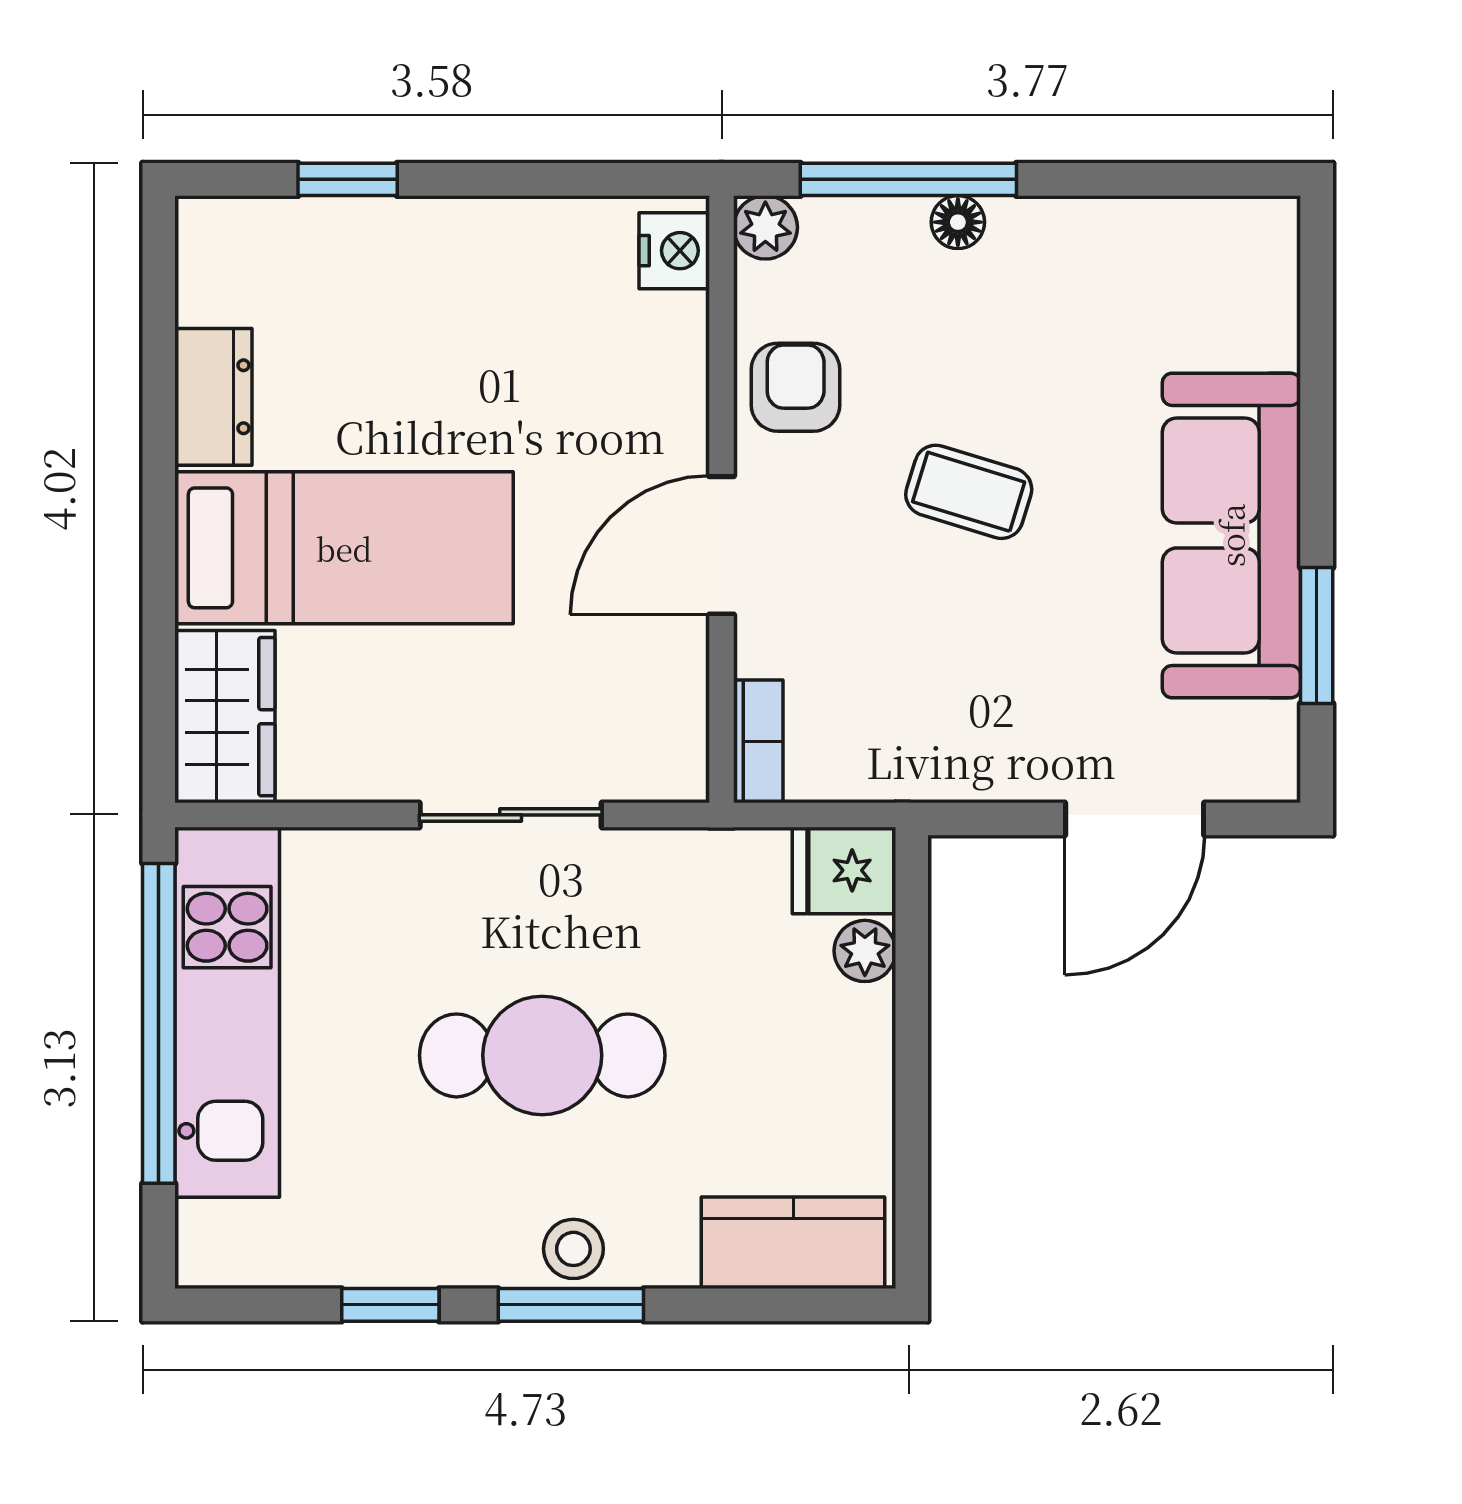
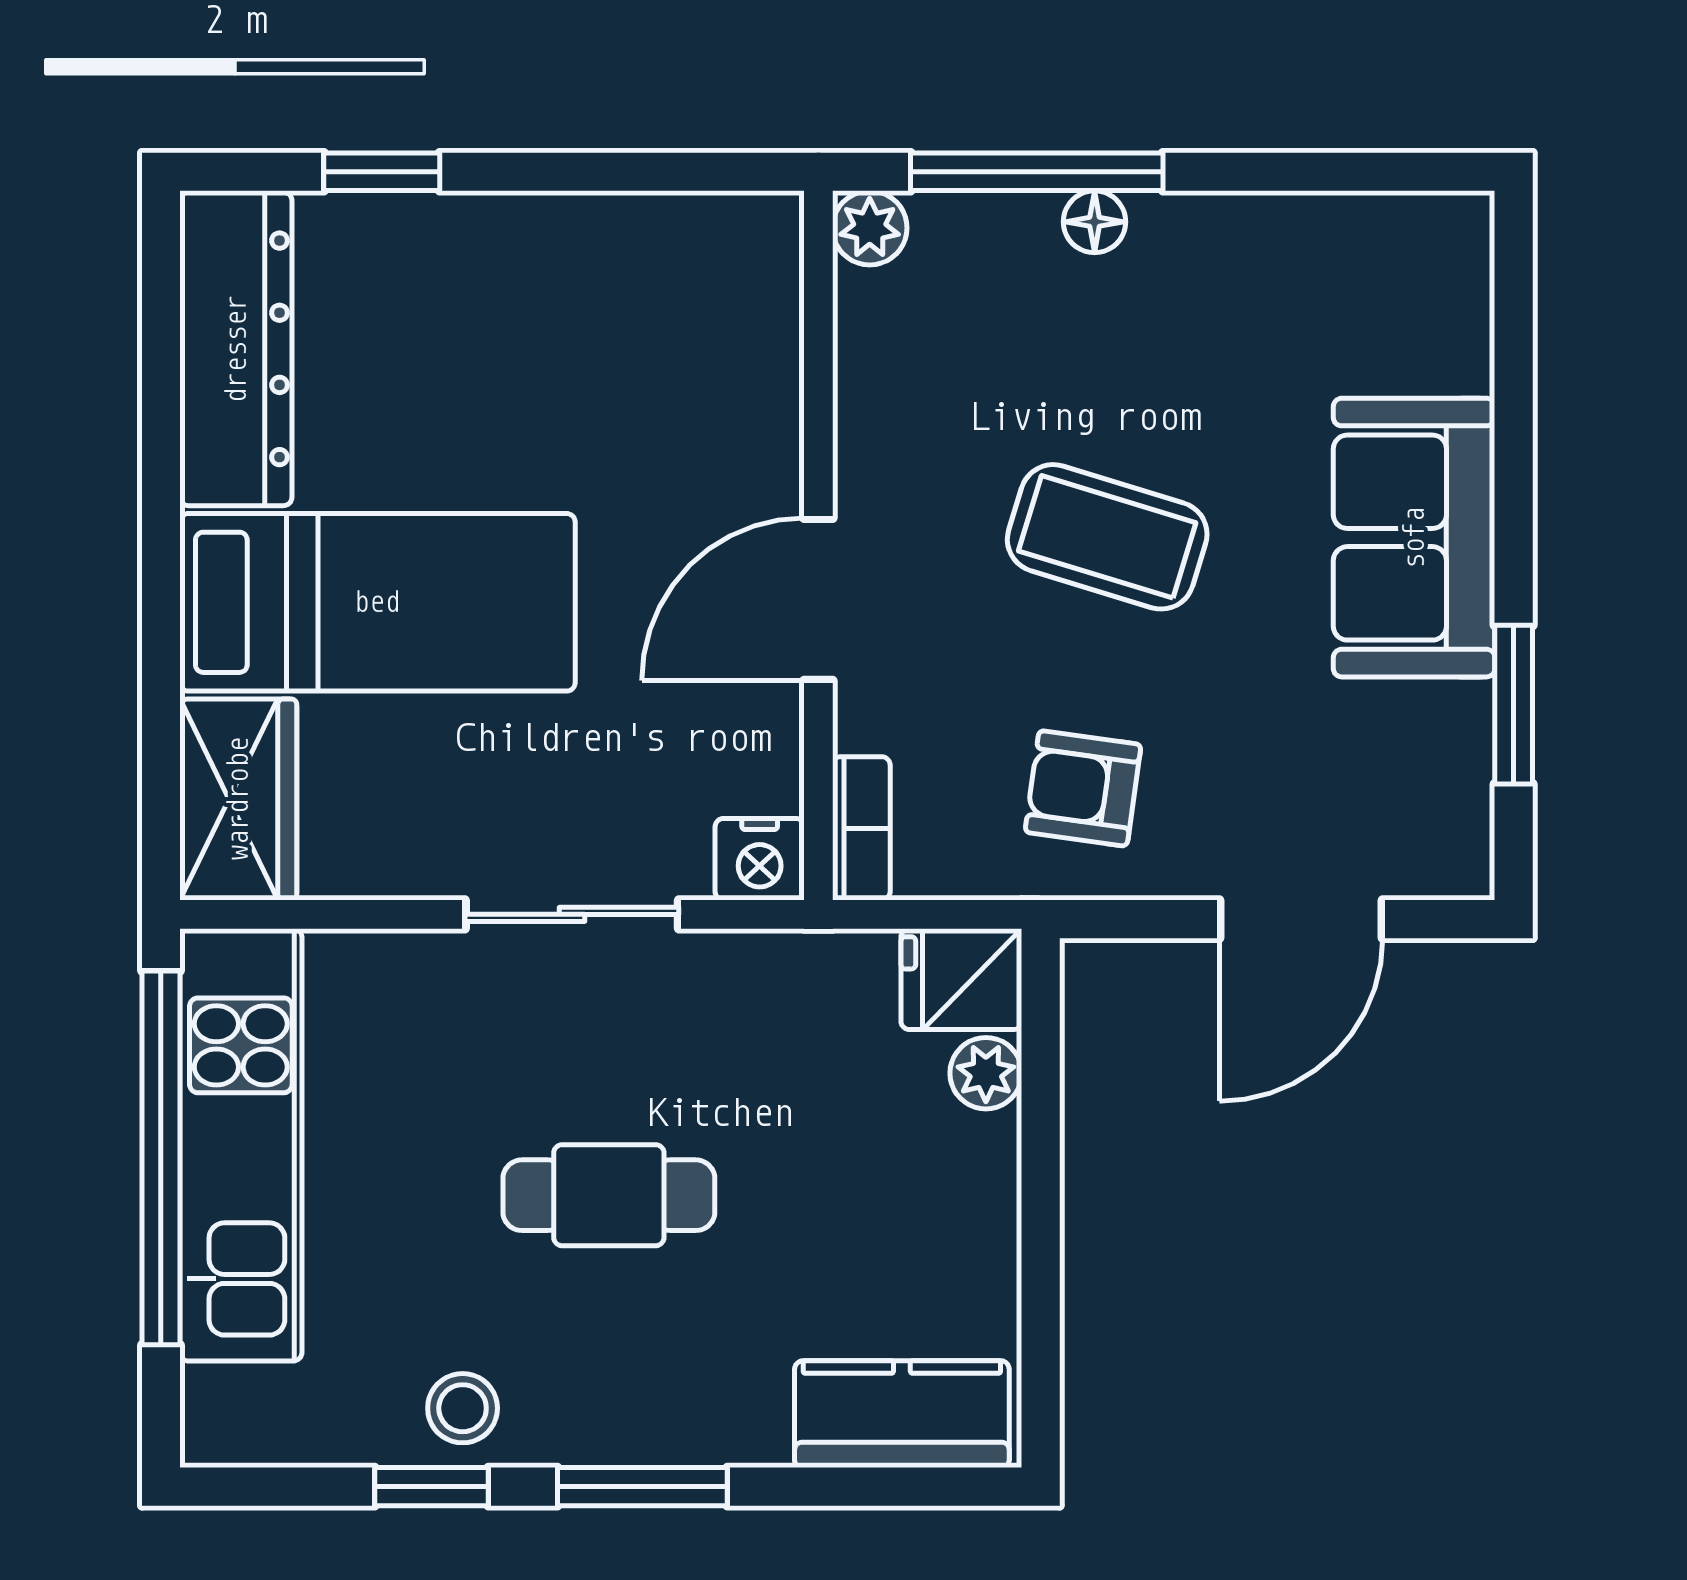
nightstand: (674, 251) -> (760, 859), moved, turned 90
armchair: (796, 387) -> (1083, 788), moved, turned -82
dresser: (213, 397) -> (236, 349), width x1.96, depth x1.24
coffee table: (969, 492) -> (1107, 537), width x1.36, depth x1.30
sofa: (1231, 535) -> (1414, 538), width x0.73
cafe table: (542, 1055) -> (609, 1195), width x0.73, depth x0.74
stool: (573, 1249) -> (463, 1408), moved

